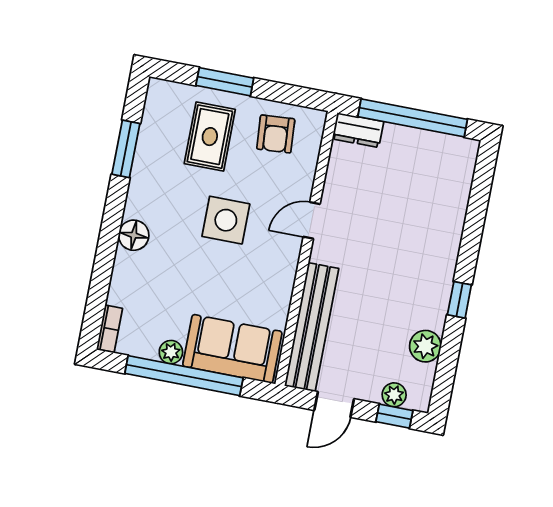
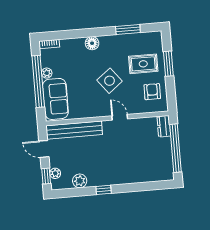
armchair: (276, 134) -> (152, 92), turned 94
side table: (226, 220) -> (110, 81), turned -38

